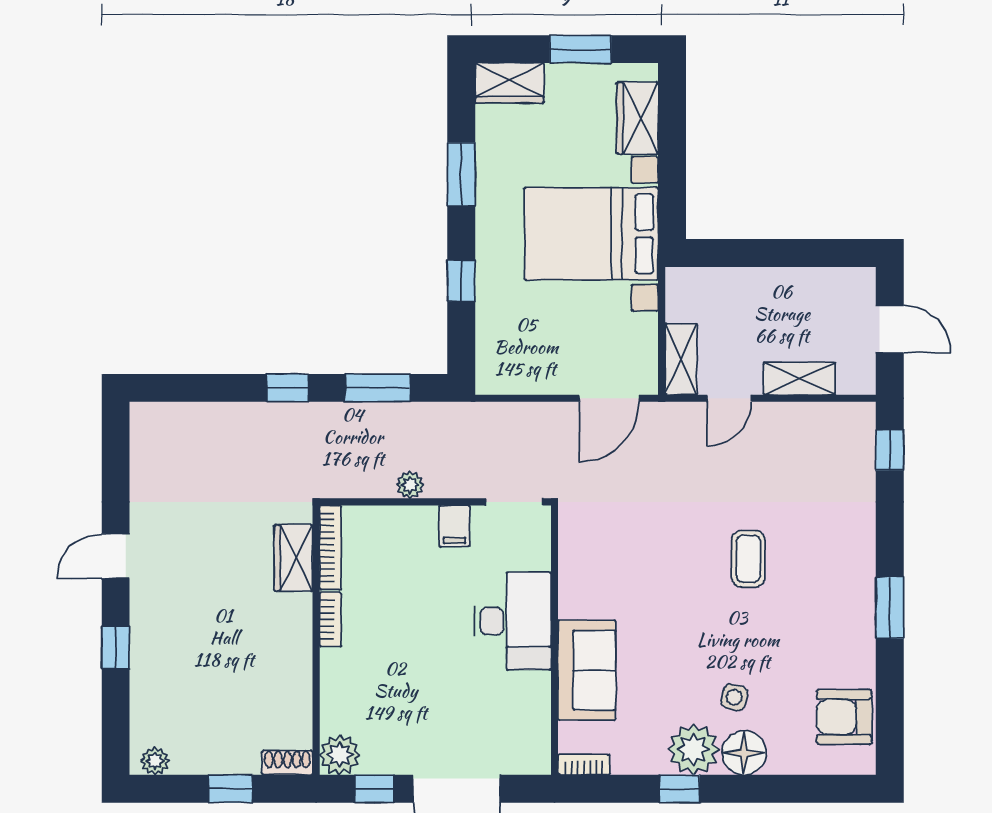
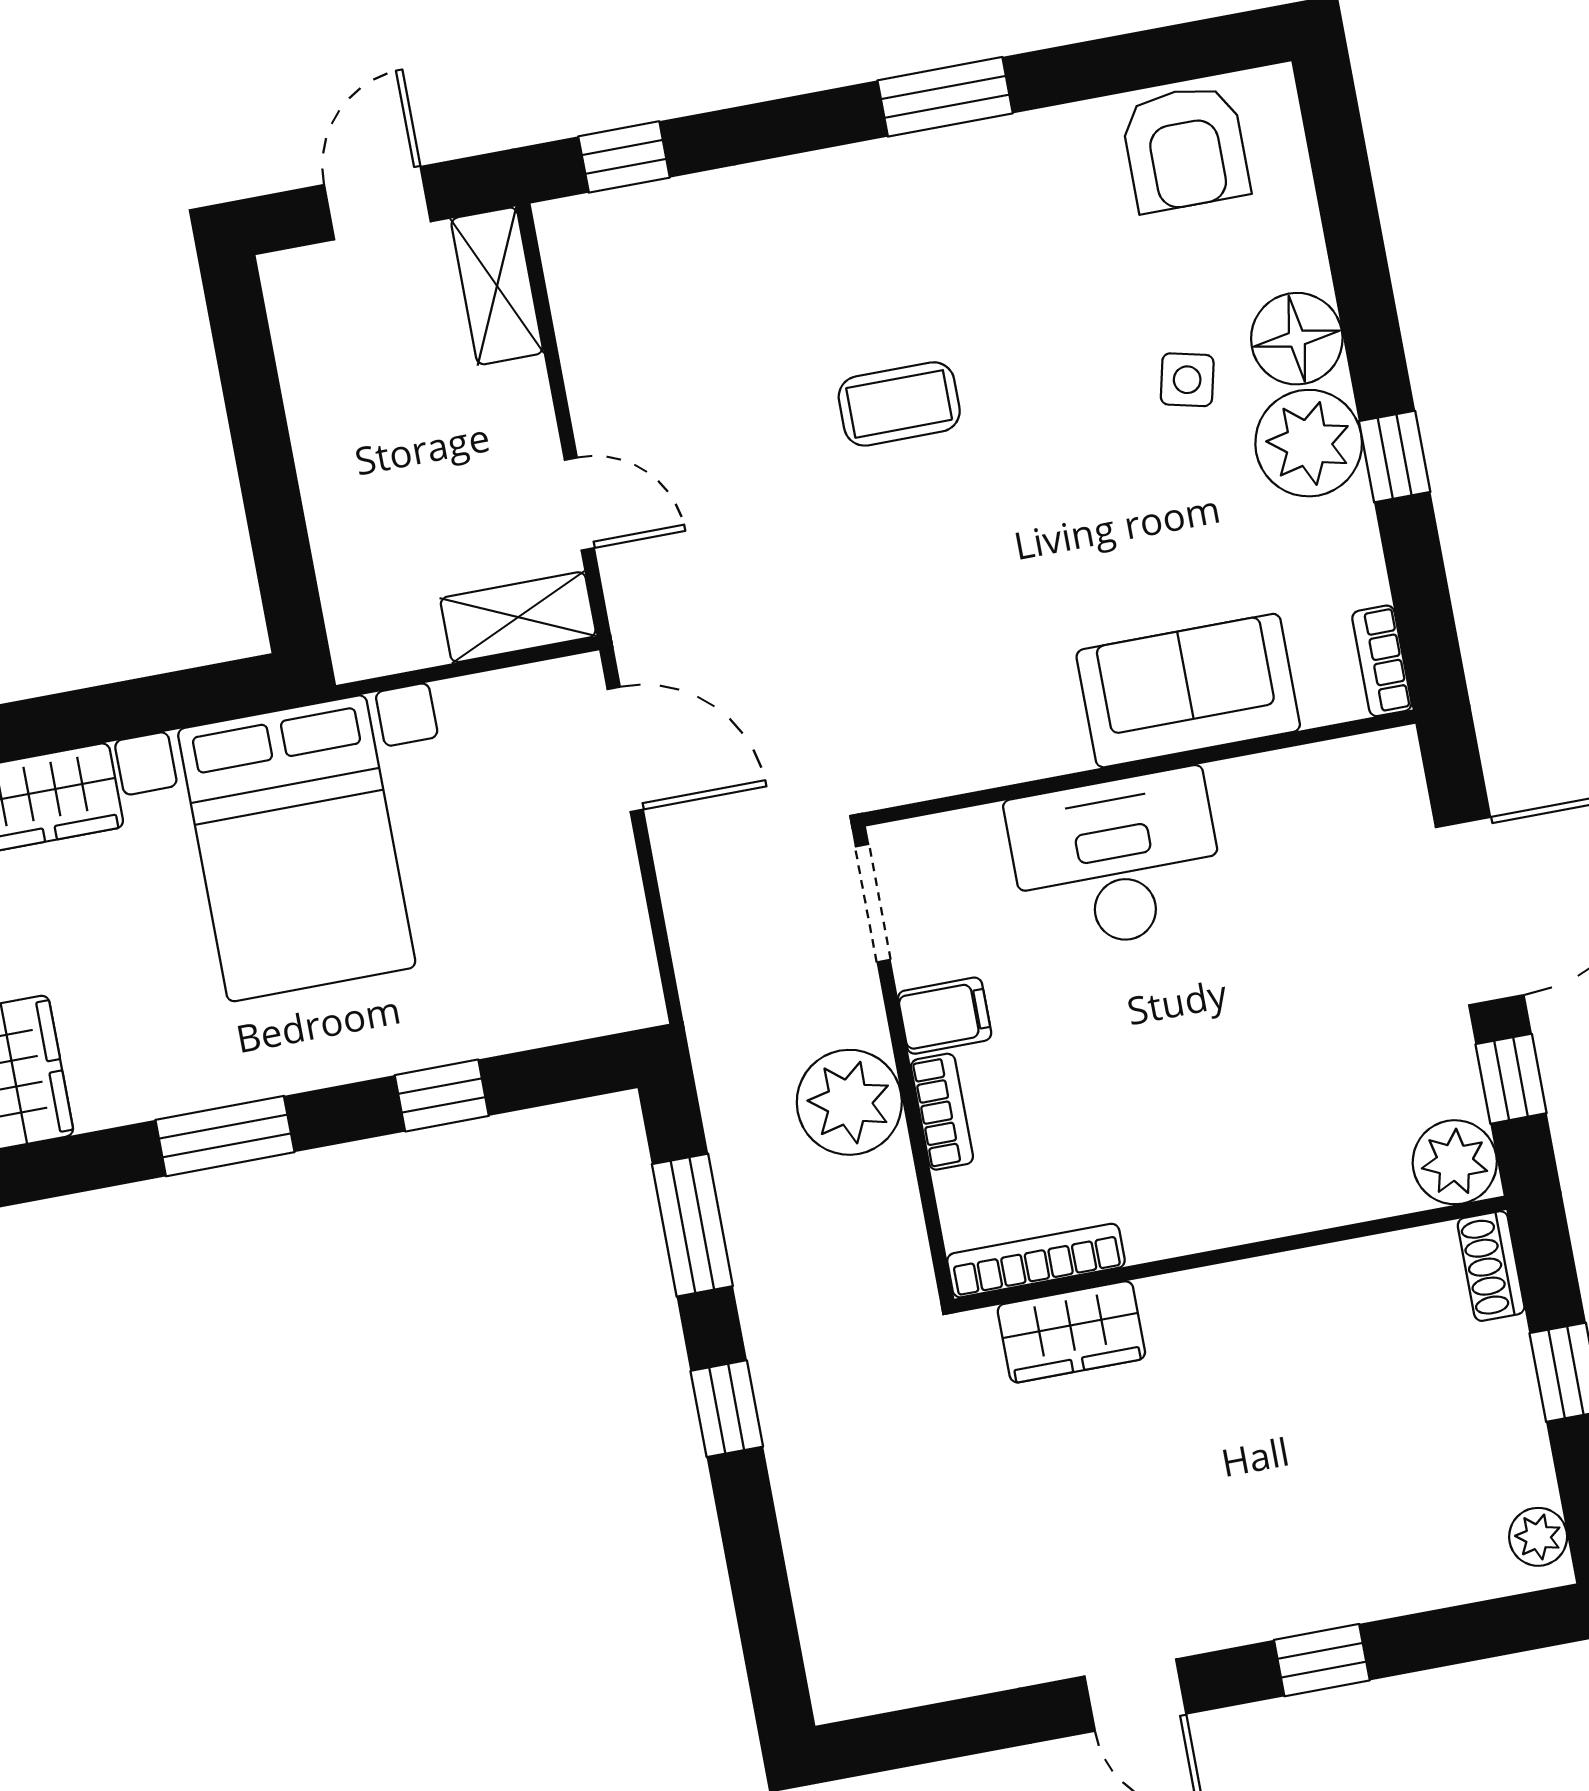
shelving: (799, 379) -> (497, 286), moved
plant: (410, 485) -> (849, 1102), width x1.87, depth x1.87
bookcase: (330, 619) -> (942, 1112), moved, turned 90

